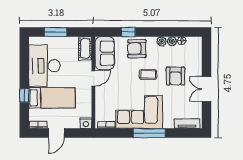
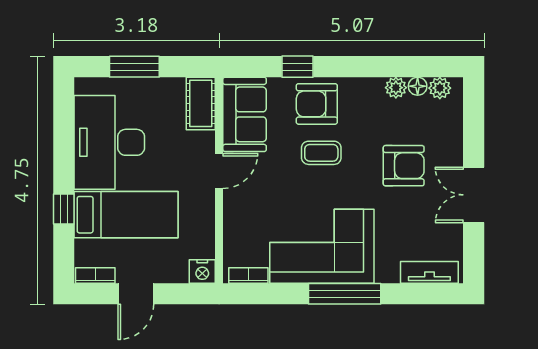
plant: (162, 41) -> (440, 88), moved
coffee table: (148, 74) -> (321, 153), moved
armchair: (175, 76) -> (404, 166), turned -90

